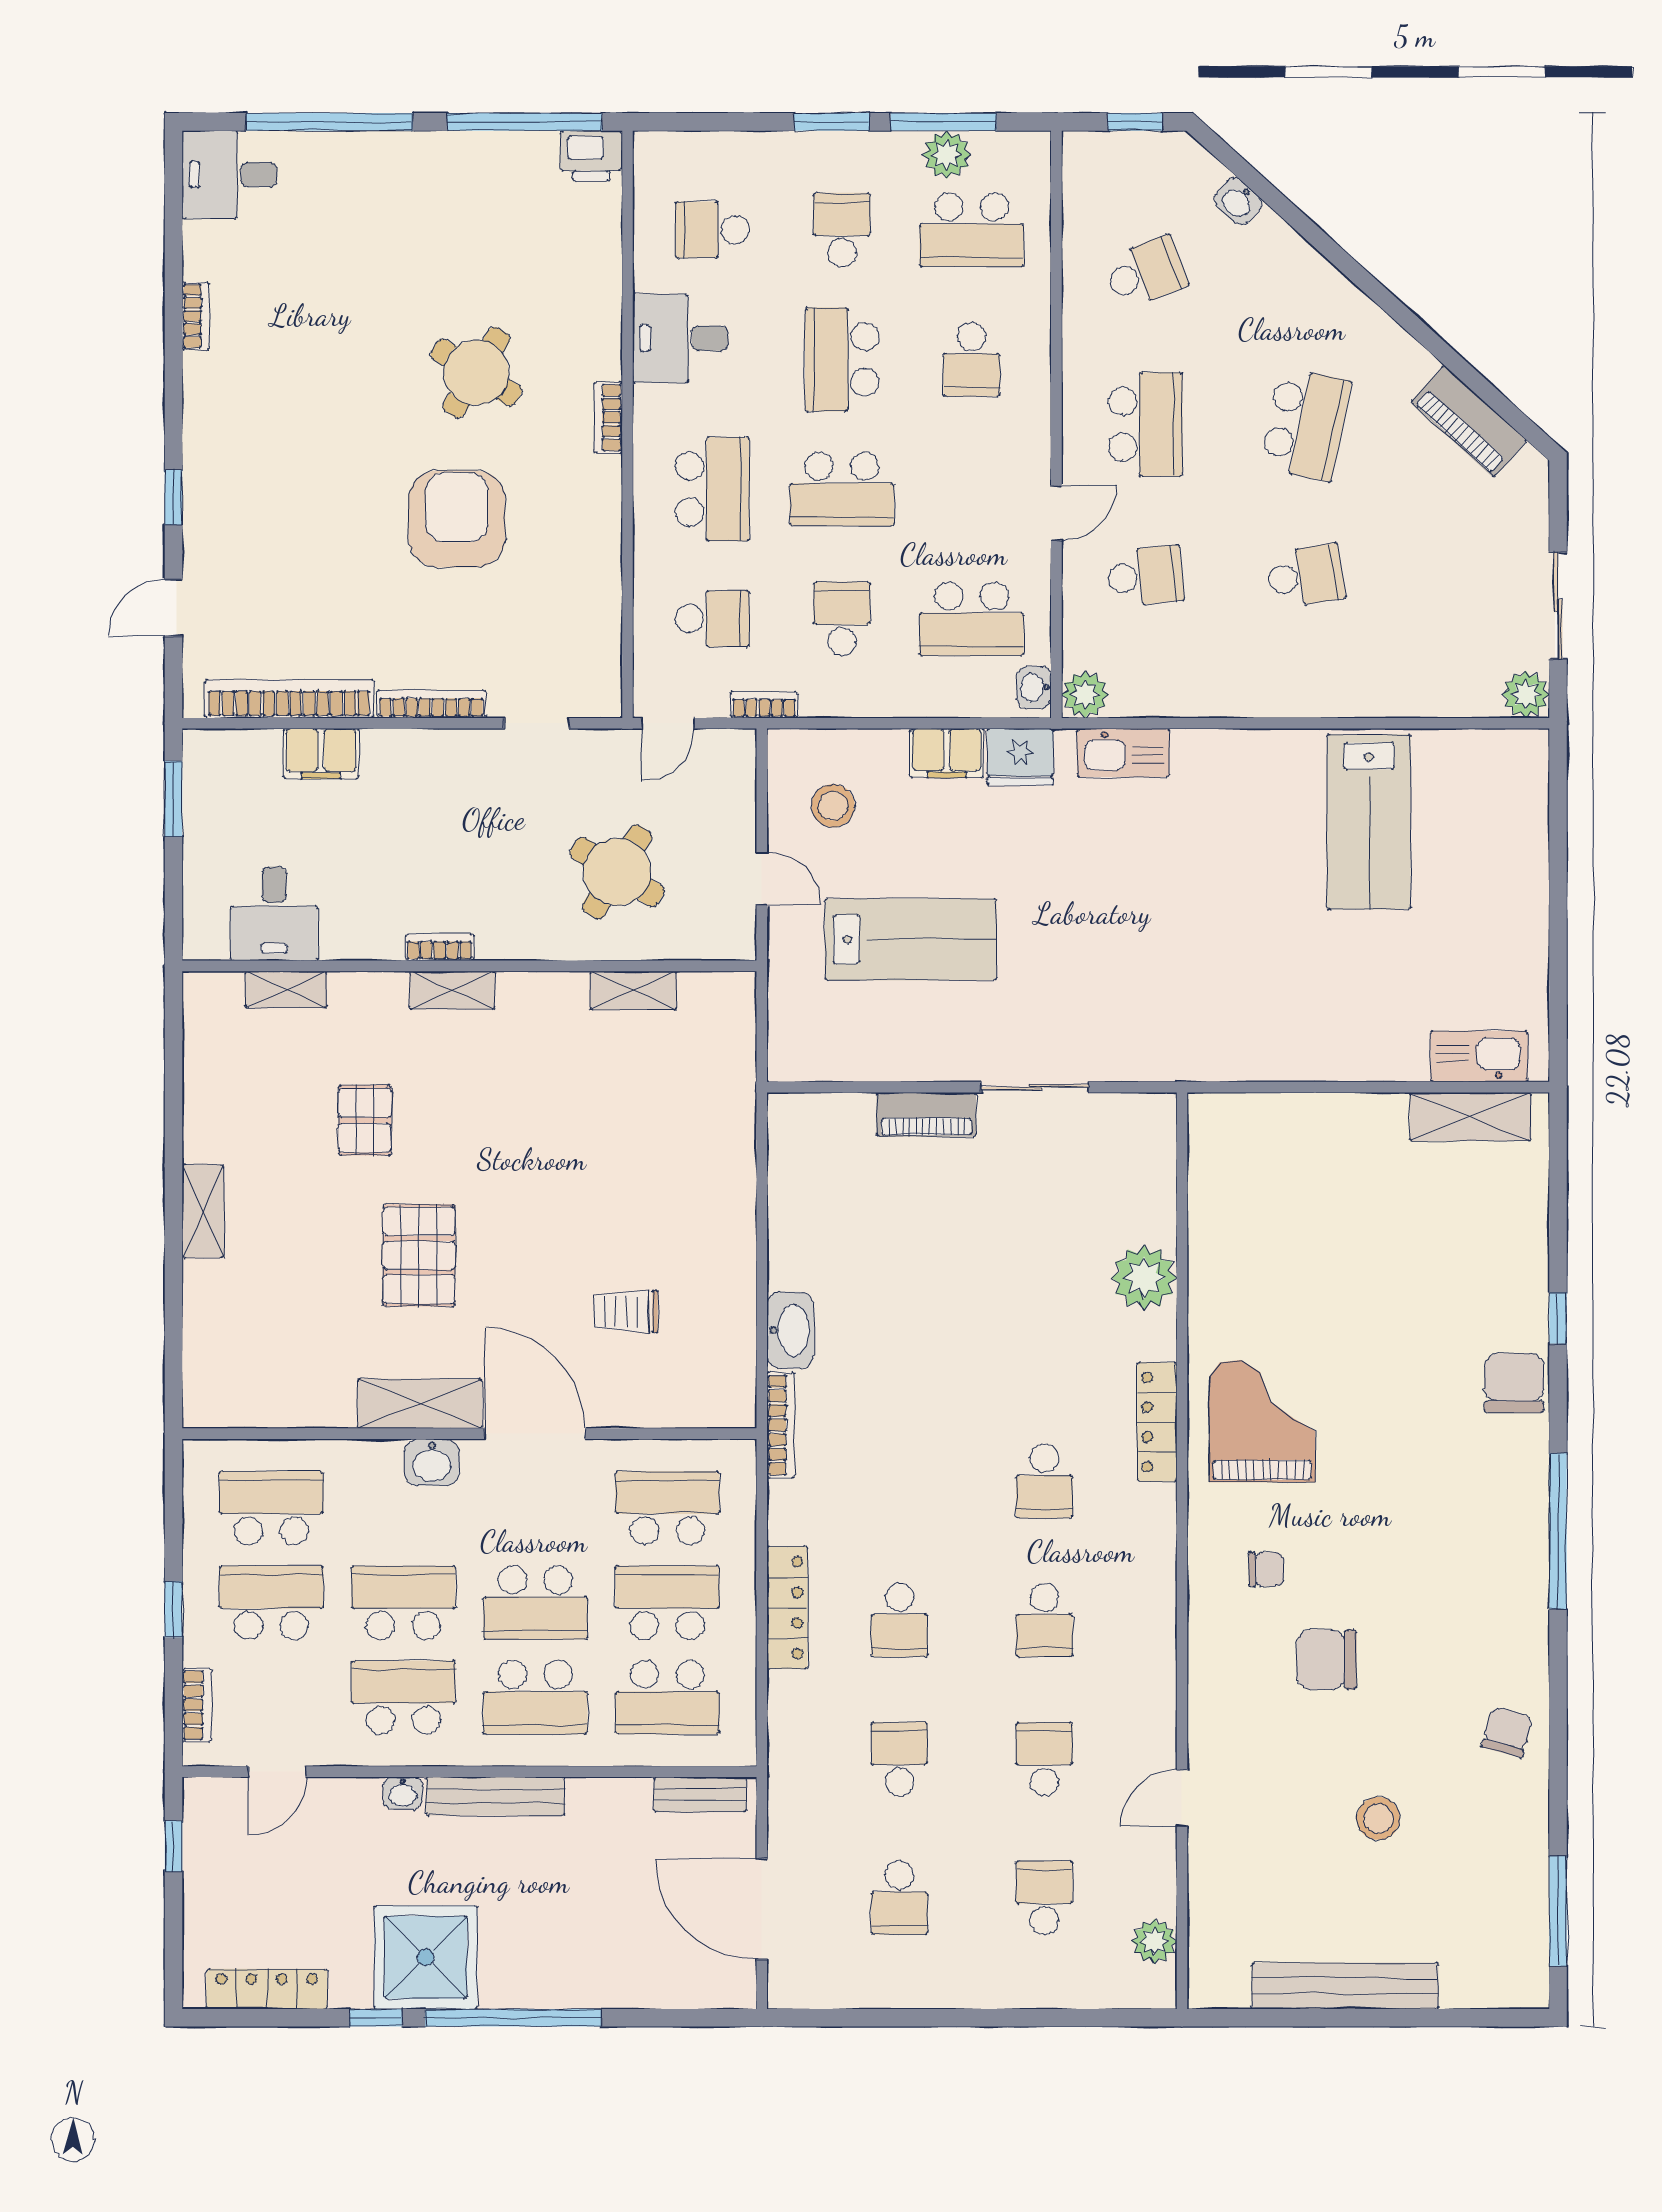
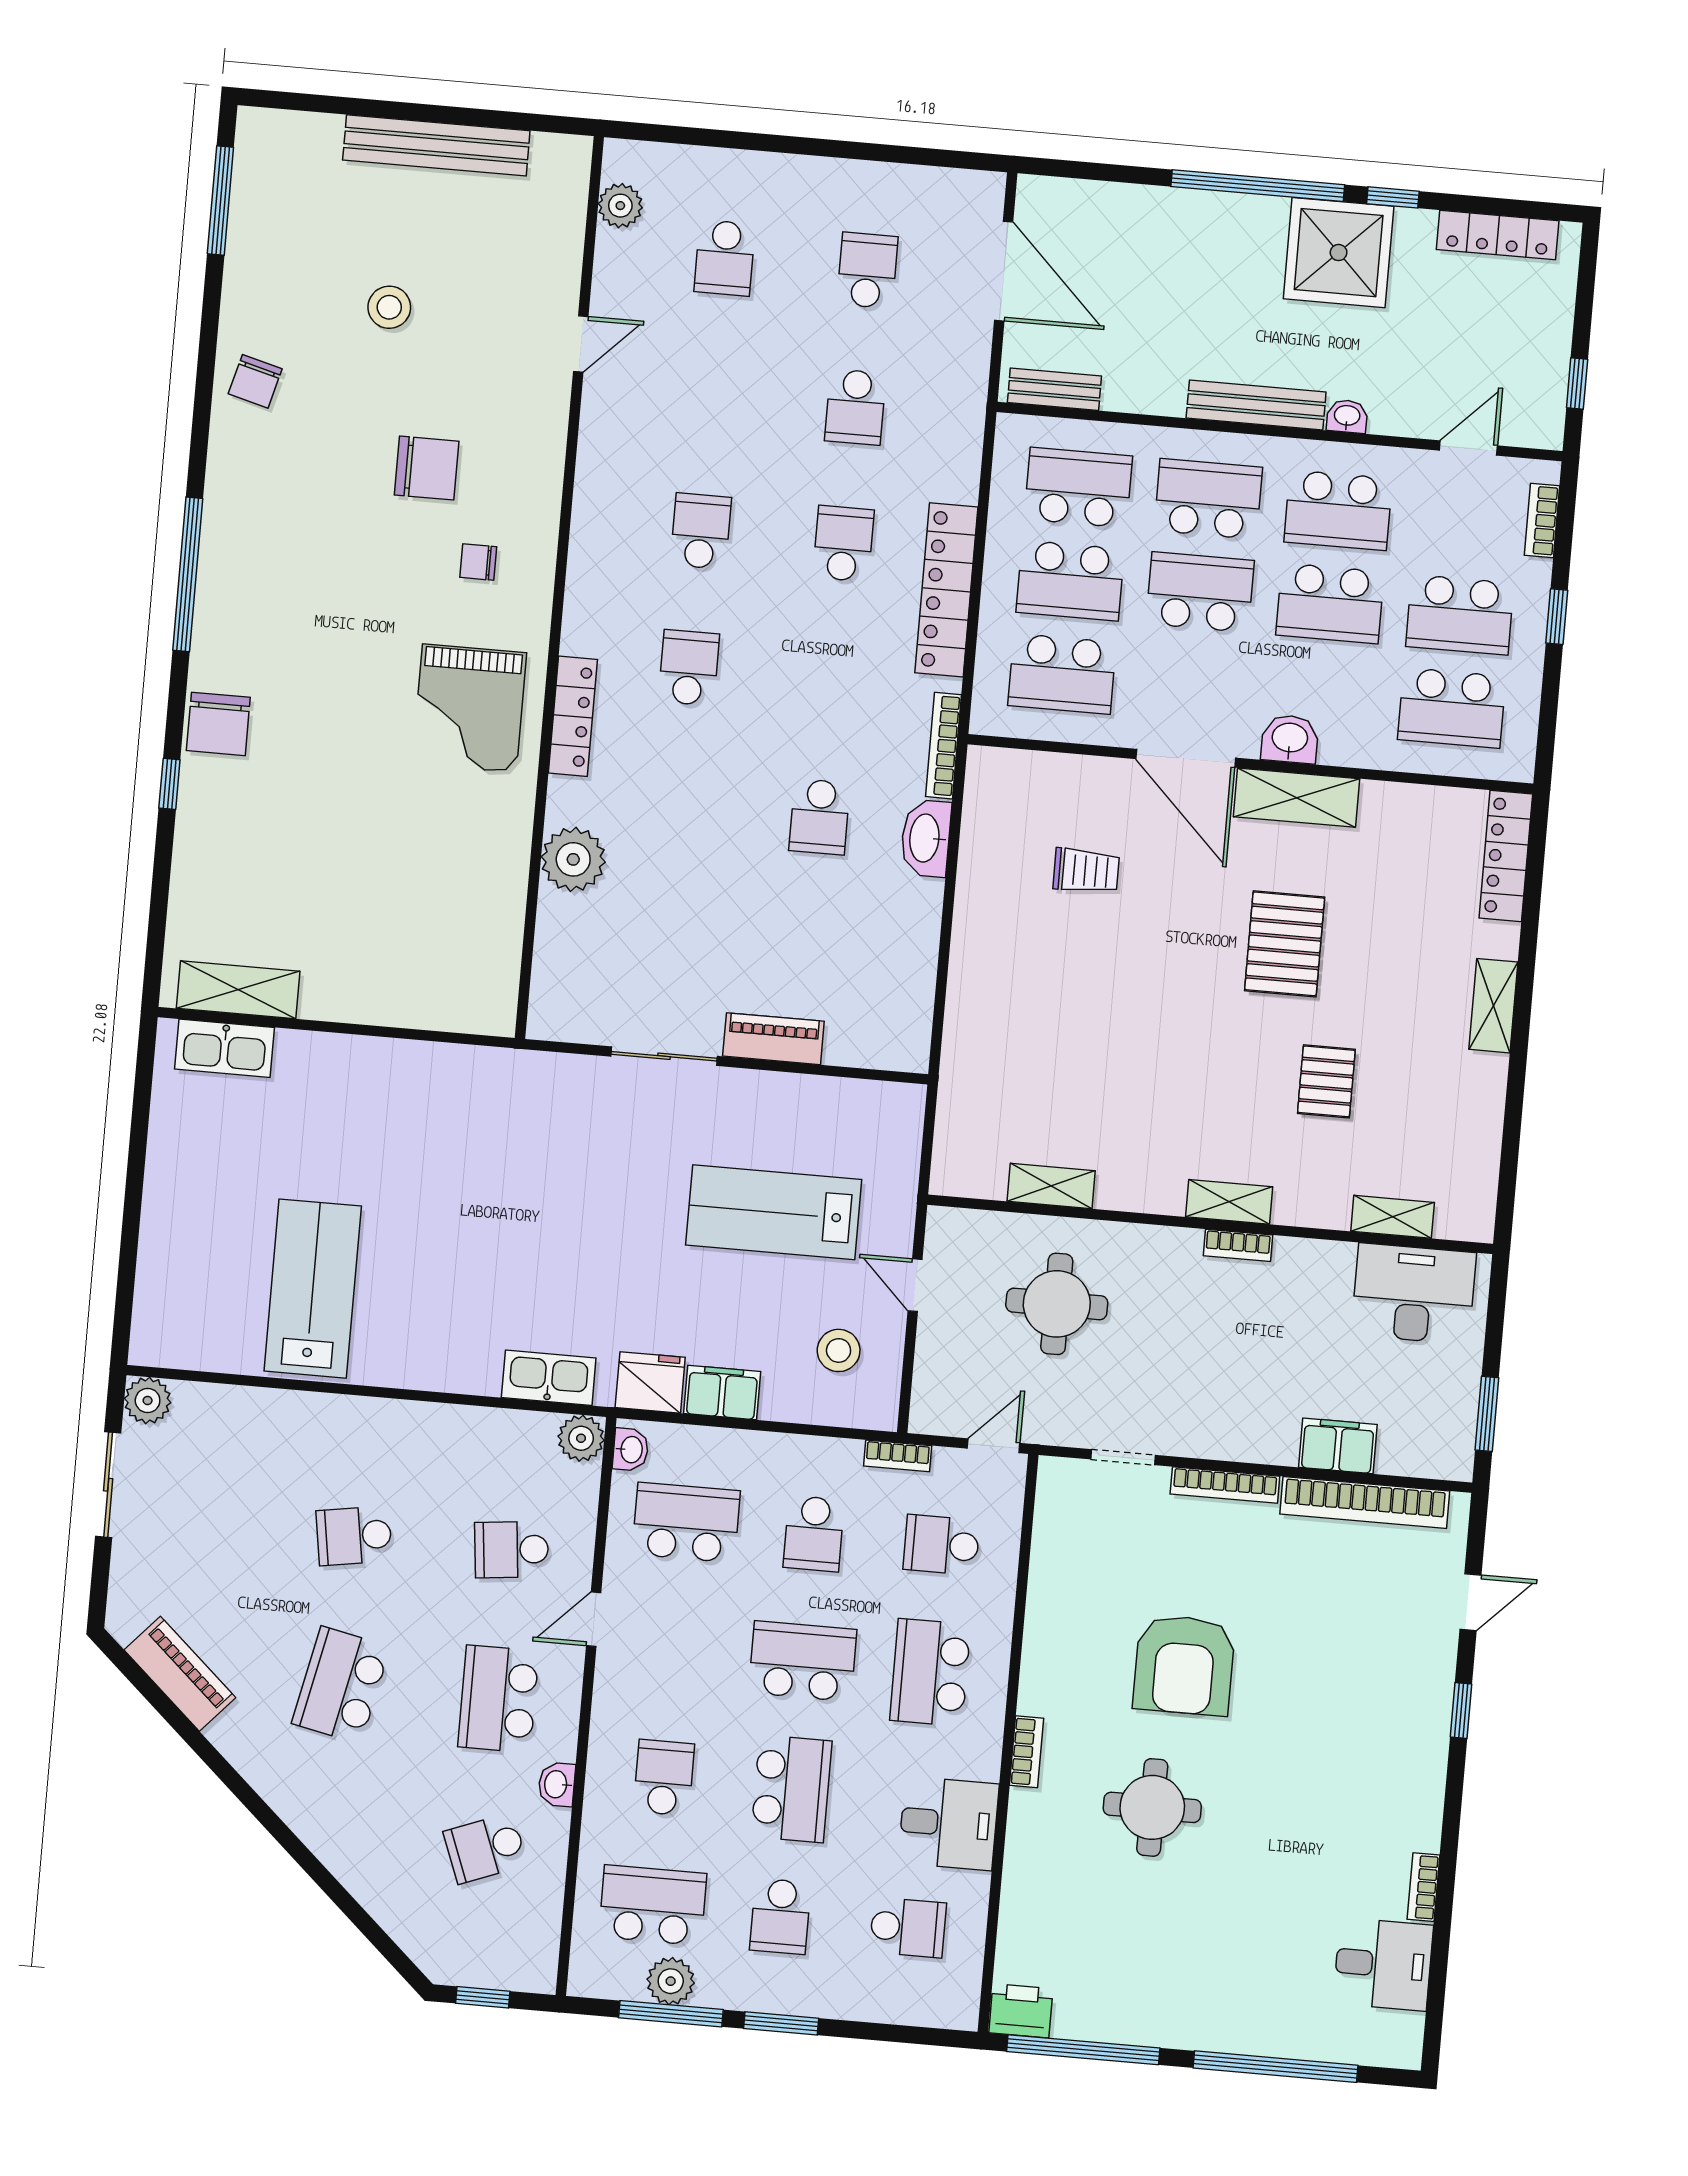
desk: (230, 175) -> (1383, 1964), moved
washbasin: (1238, 201) -> (557, 1784), moved, turned -132
round table: (476, 372) -> (1152, 1807), turned -32
round table: (617, 872) -> (1057, 1304), turned -32
desk: (274, 914) -> (1414, 1294), width x1.37
locker: (204, 1363) -> (1506, 856), added
locker: (787, 1608) -> (946, 590), width x1.41, depth x1.21
school desk: (1044, 1759) -> (820, 817), moved

